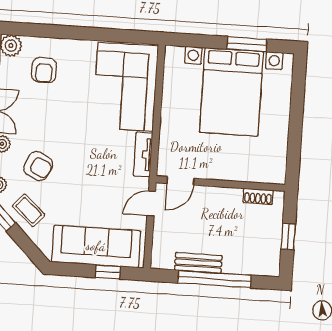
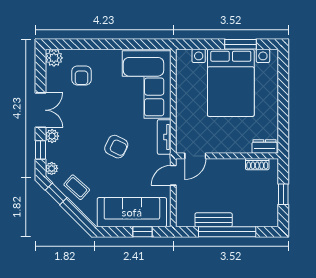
armchair: (38, 166) -> (116, 147), moved
dresser: (269, 175) -> (265, 146), added

